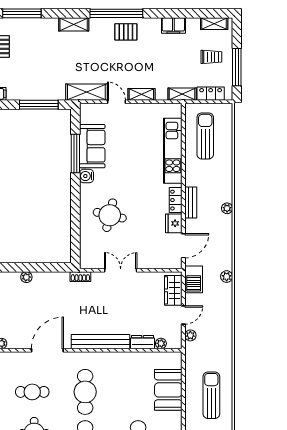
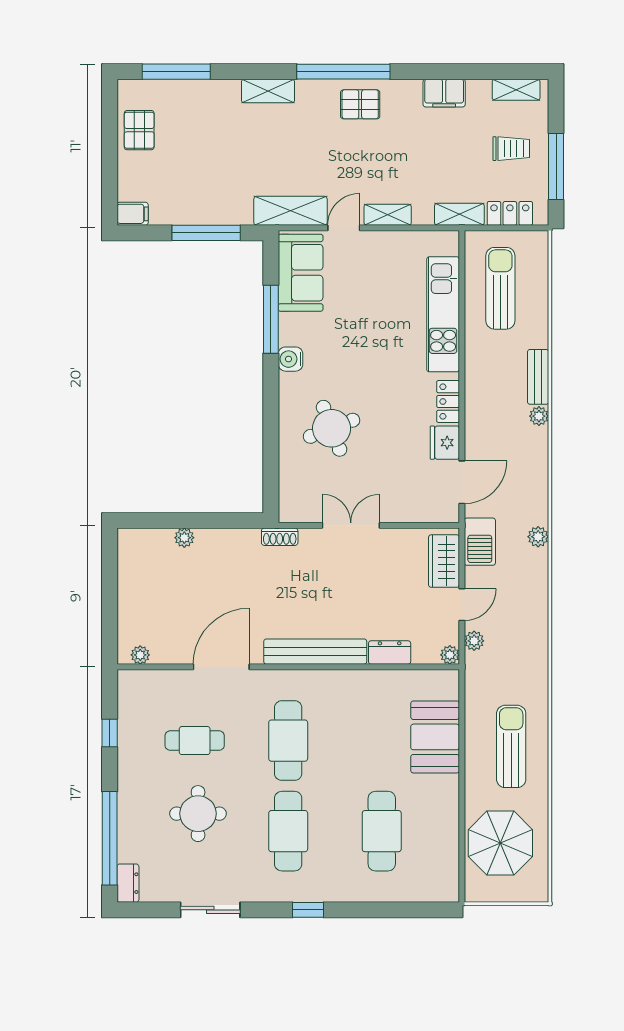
door: (117, 102) -> (344, 228), hinge flipped
sofa: (92, 146) -> (301, 273), moved
bench: (191, 202) -> (538, 377), moved
round table: (110, 215) -> (332, 428), turned -34
plant: (161, 343) -> (450, 655), moved

